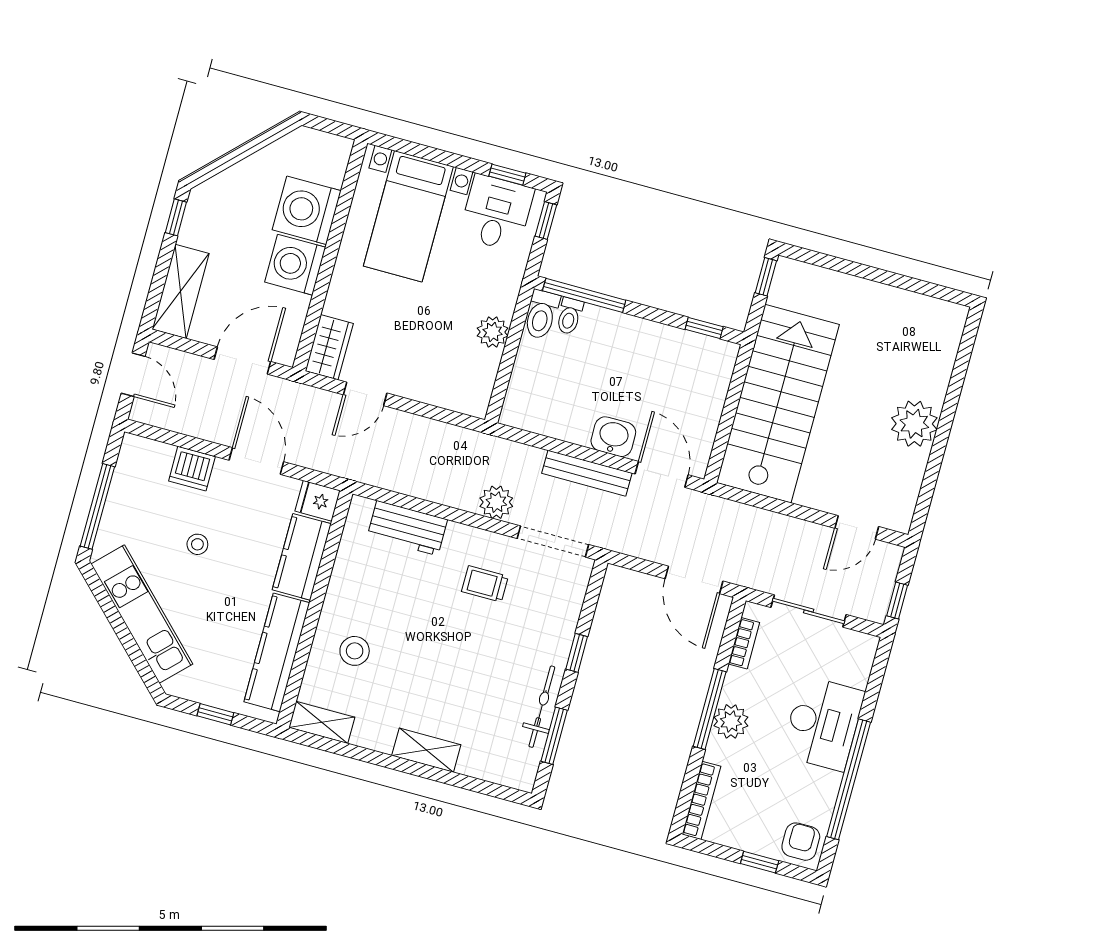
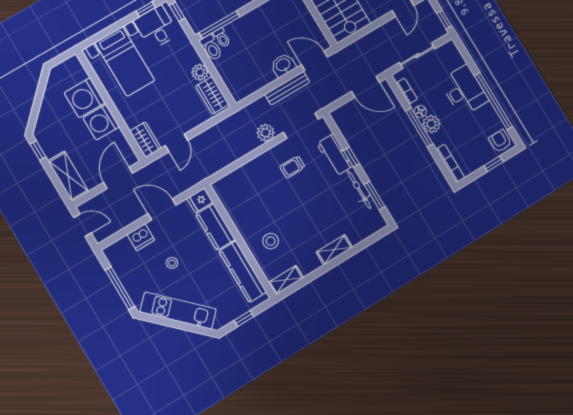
wardrobe: (477, 380) -> (212, 95), added
workbench: (407, 528) -> (335, 155), moved, turned 90
floor lamp: (734, 689) -> (420, 112), added

